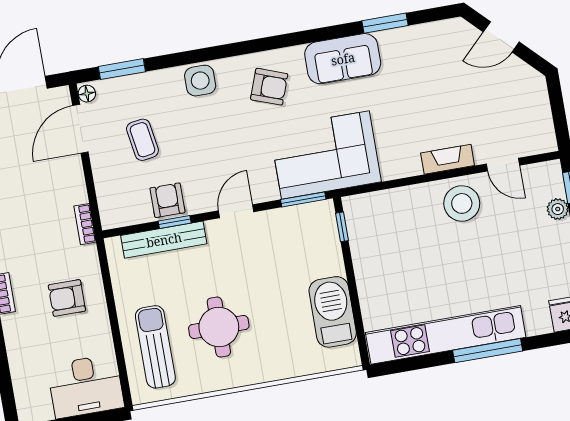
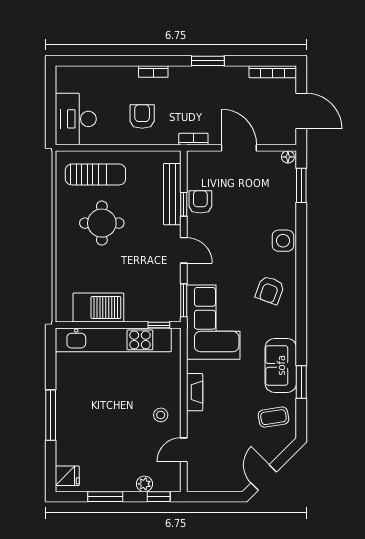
door: (501, 37) -> (264, 478), moved
sofa: (343, 59) -> (281, 365), moved
door: (80, 129) -> (239, 148), moved
coffee table: (142, 140) -> (273, 417), moved
fireplace: (448, 159) -> (195, 392), moved
armchair: (167, 200) -> (200, 202), turned -90
stool: (462, 203) -> (161, 415), width x0.53, depth x0.53
kitchen unit: (446, 335) -> (113, 340), moved, turned 90

